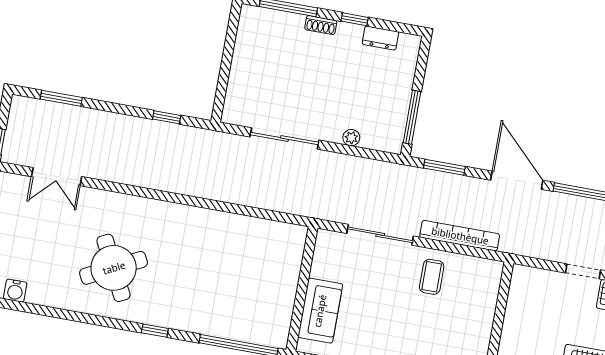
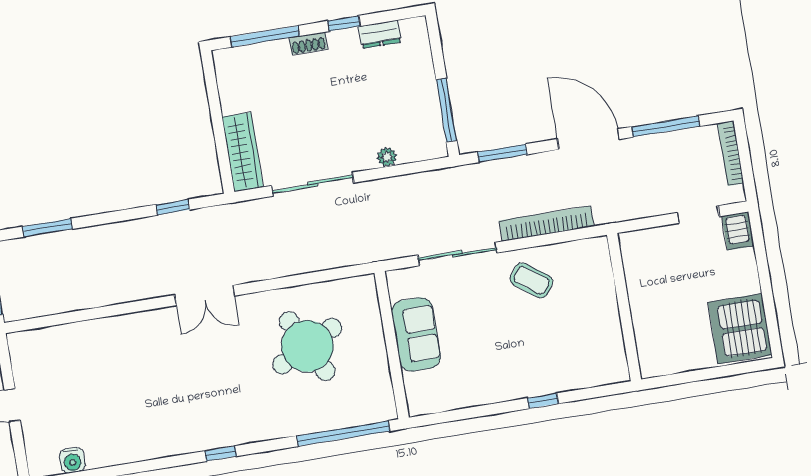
wardrobe: (238, 93) -> (242, 152), added
double door: (57, 177) -> (205, 295), moved
round table: (114, 268) -> (307, 346), moved
coffee table: (432, 277) -> (531, 280), turned -54
sofa: (320, 311) -> (416, 334), moved
window: (155, 331) -> (221, 454), moved

